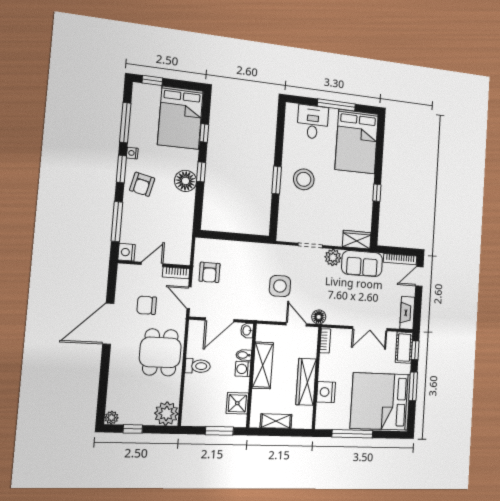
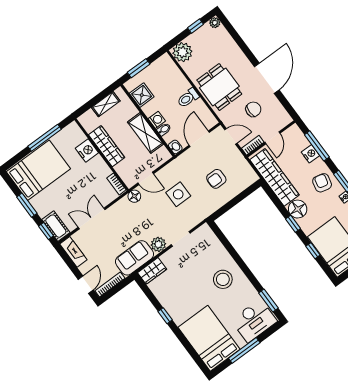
desk: (313, 122) -> (254, 321), width x1.37
window: (277, 180) -> (268, 300), moved
wardrobe: (182, 227) -> (275, 177), added
nightstand: (127, 252) -> (311, 154), moved
armchair: (210, 272) -> (216, 179), moved, turned -90
bed: (381, 401) -> (38, 170), width x0.73

